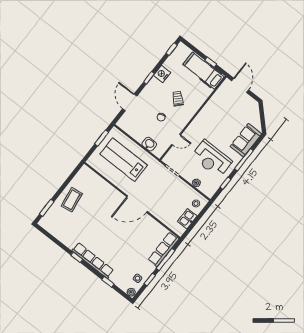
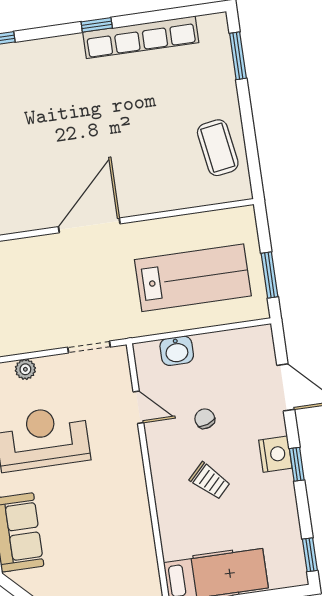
nightstand: (162, 74) -> (275, 454), moved
door: (176, 140) -> (138, 407), swing flipped
coffee table: (72, 200) -> (218, 148), moved
row of seats: (93, 260) -> (141, 37), moved

